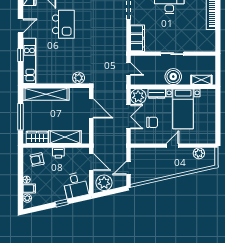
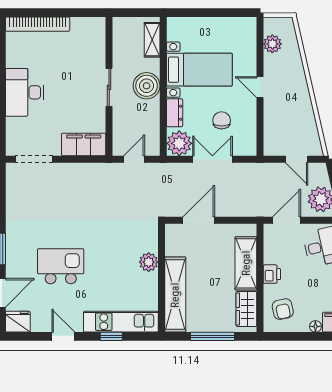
plant: (79, 78) -> (149, 262), moved

